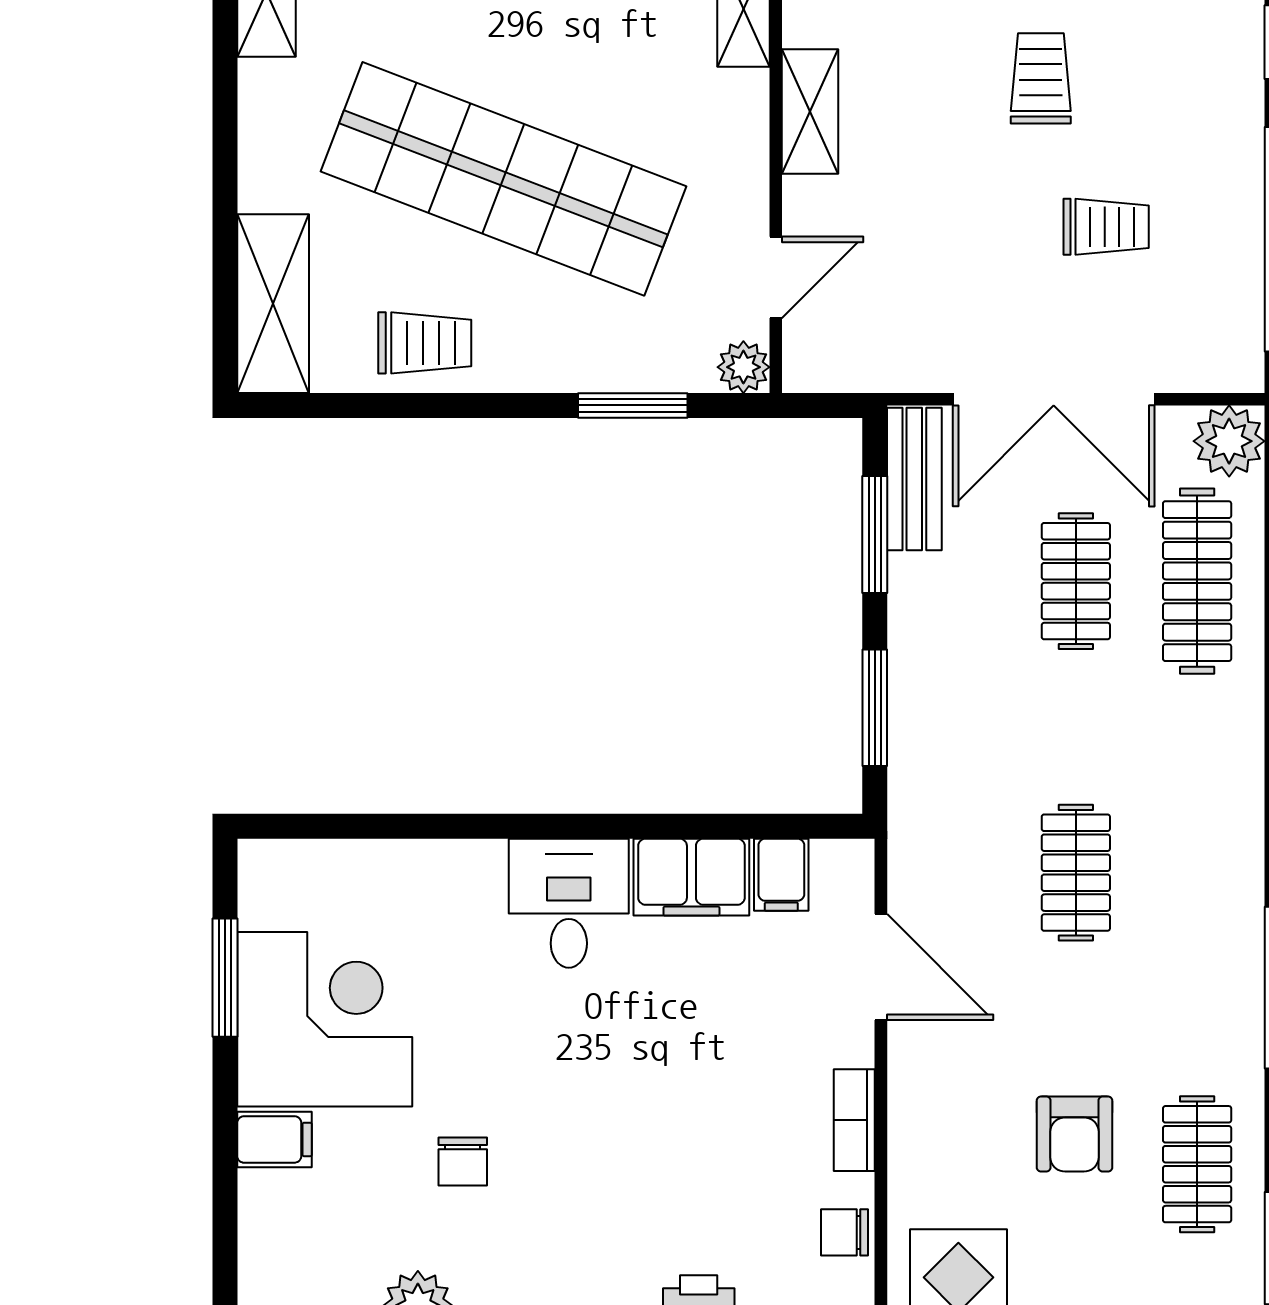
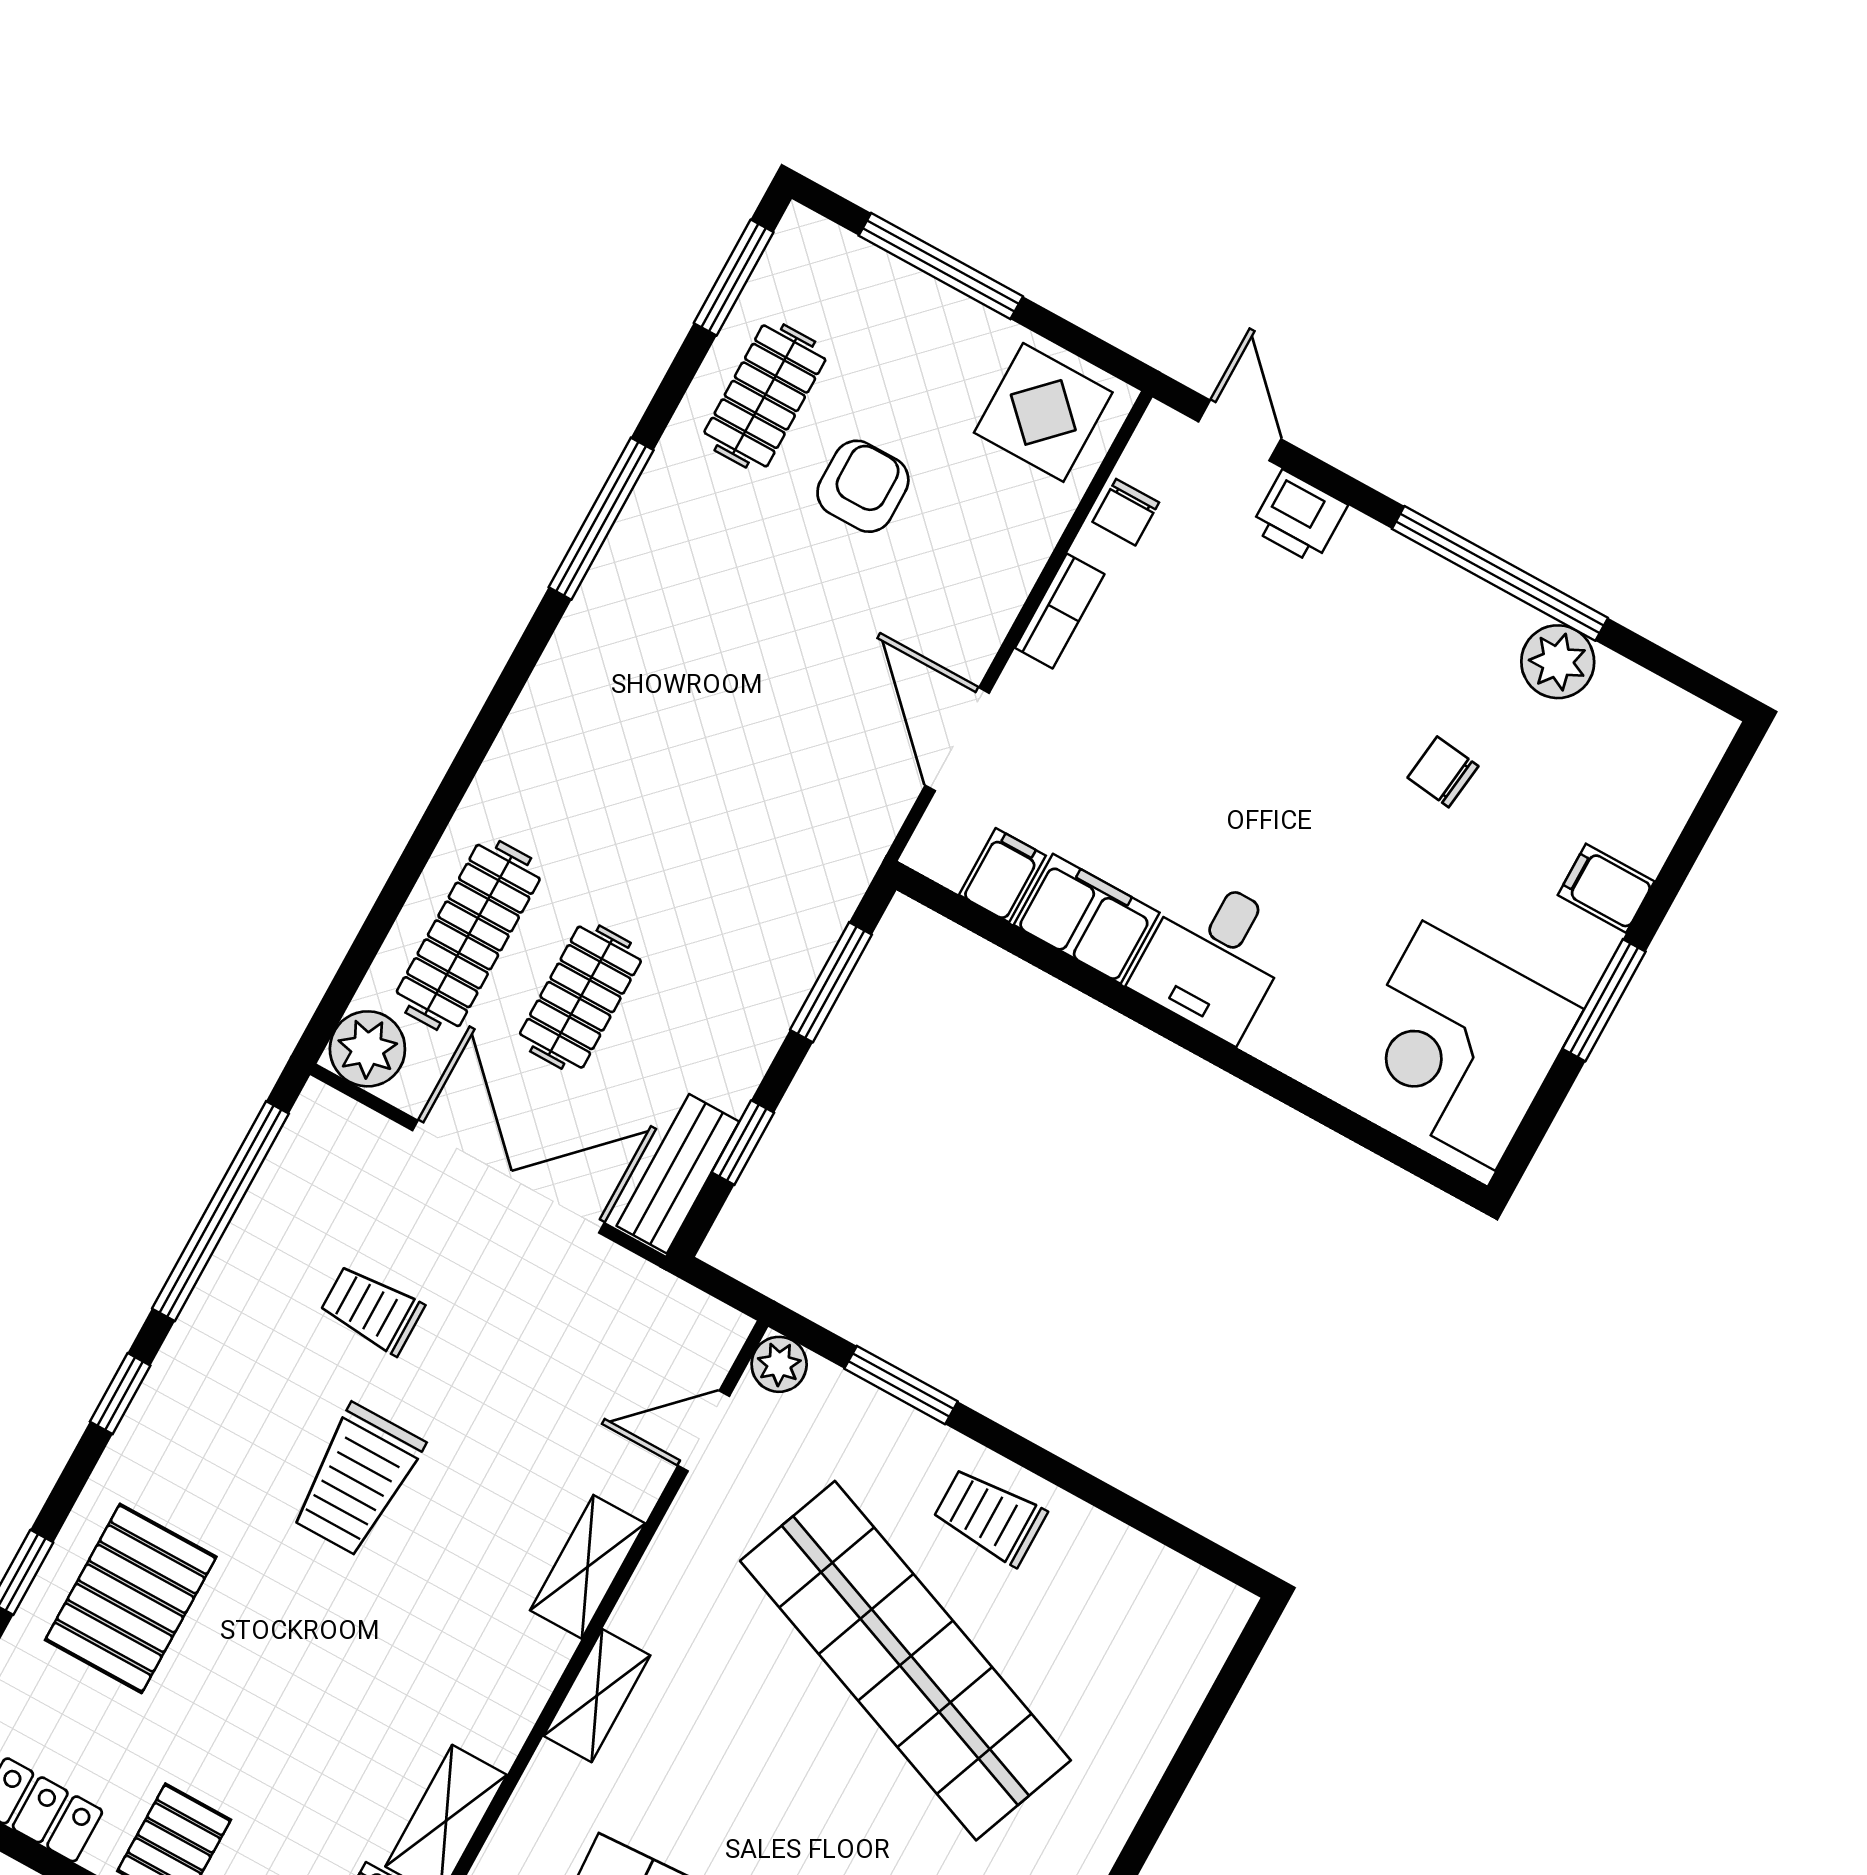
trolley: (1041, 78) -> (357, 1480), width x1.36, depth x1.39
shelving: (273, 304) -> (1182, 1662), removed
trolley: (425, 343) -> (990, 1517), moved
window: (875, 535) -> (743, 1143), width x0.67
clothes rail: (1076, 873) -> (729, 727), removed
window: (225, 978) -> (1604, 1000), moved
corner desk: (325, 1019) -> (1459, 1046), moved
chair: (463, 1162) -> (1443, 772), turned -83
chair: (845, 1232) -> (1126, 512), turned 90

